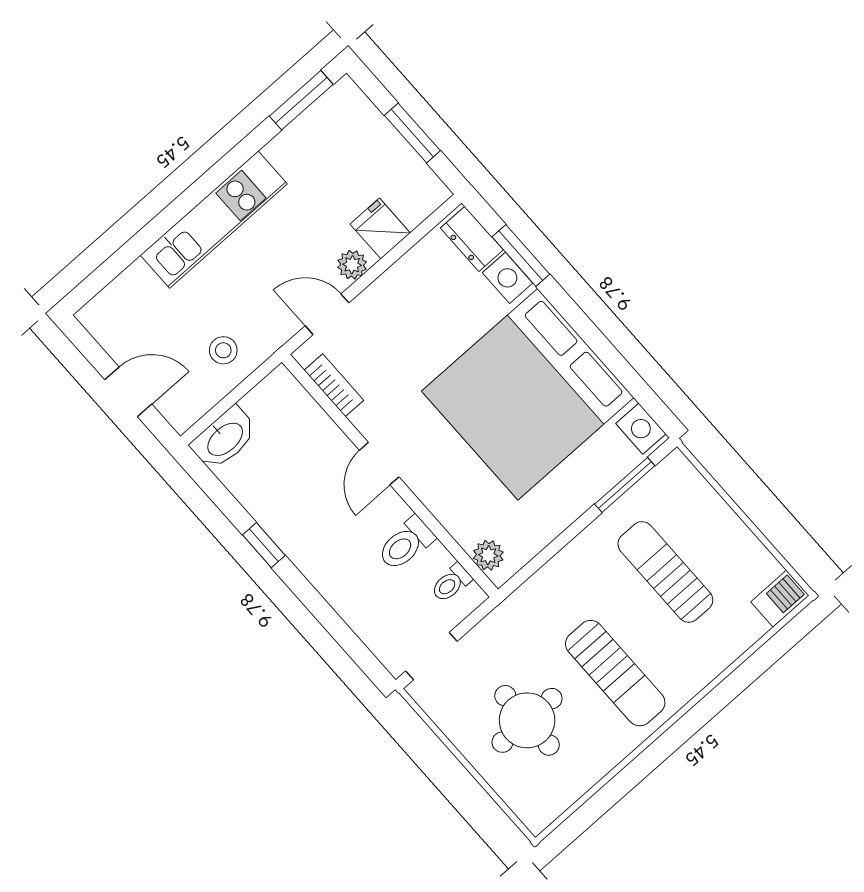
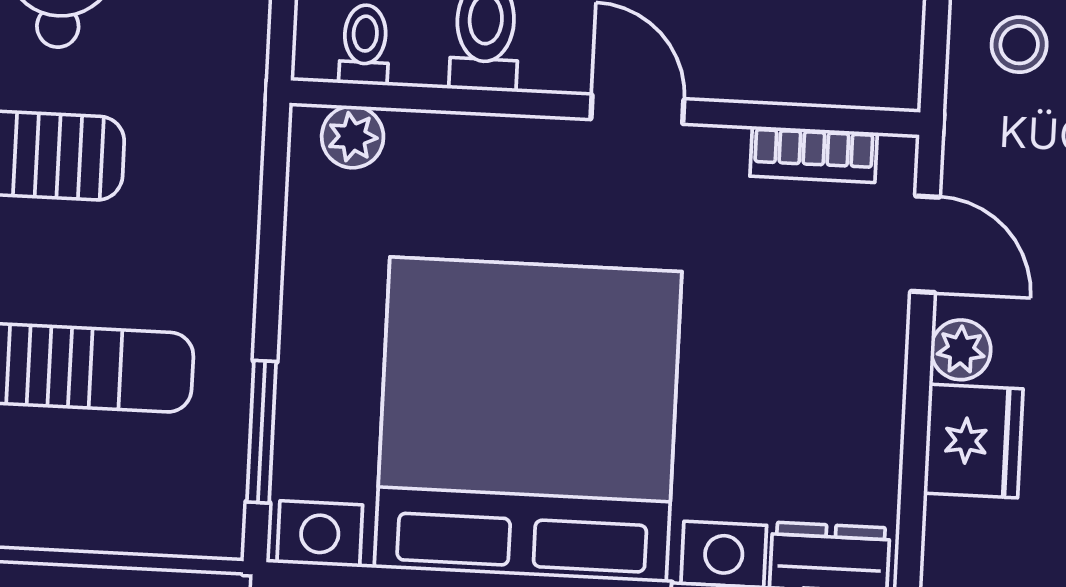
fridge: (380, 229) -> (973, 441), width x1.38
door: (327, 314) -> (925, 244), hinge flipped

